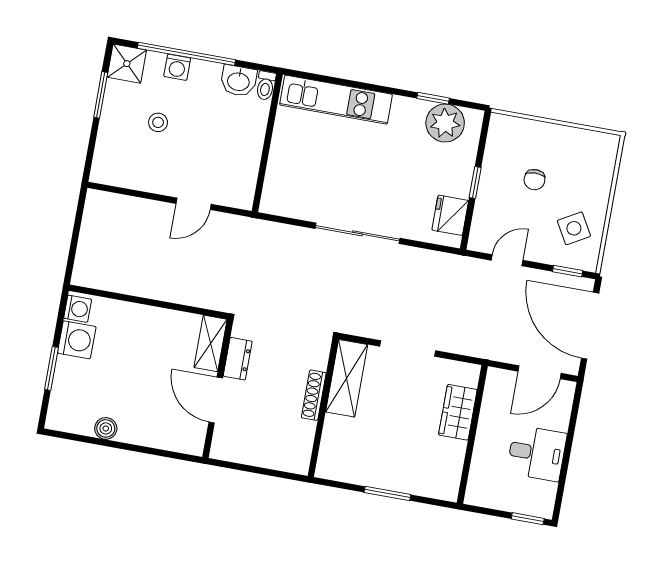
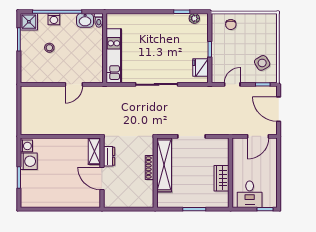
kitchen unit: (336, 100) -> (114, 56), moved, turned -90
plant: (445, 123) -> (194, 18), width x0.53, depth x0.53
chair: (534, 180) -> (231, 25), moved
door: (590, 326) -> (279, 109), width x0.73
shelving: (347, 378) -> (164, 165), width x1.47
wardrobe: (458, 412) -> (222, 178), moved
boiler: (106, 428) -> (51, 202), removed
desk: (537, 453) -> (250, 194), moved, turned 90

